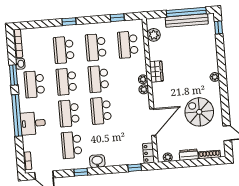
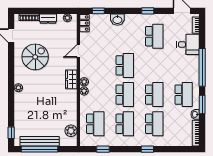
wardrobe: (156, 71) -> (71, 79), moved
spiral stairs: (199, 112) -> (35, 57), turned -90
school desk: (69, 113) -> (154, 65), removed
door: (153, 122) -> (78, 51), width x0.53
desk: (33, 123) -> (188, 44), moved
washbasin: (97, 161) -> (117, 20), moved

